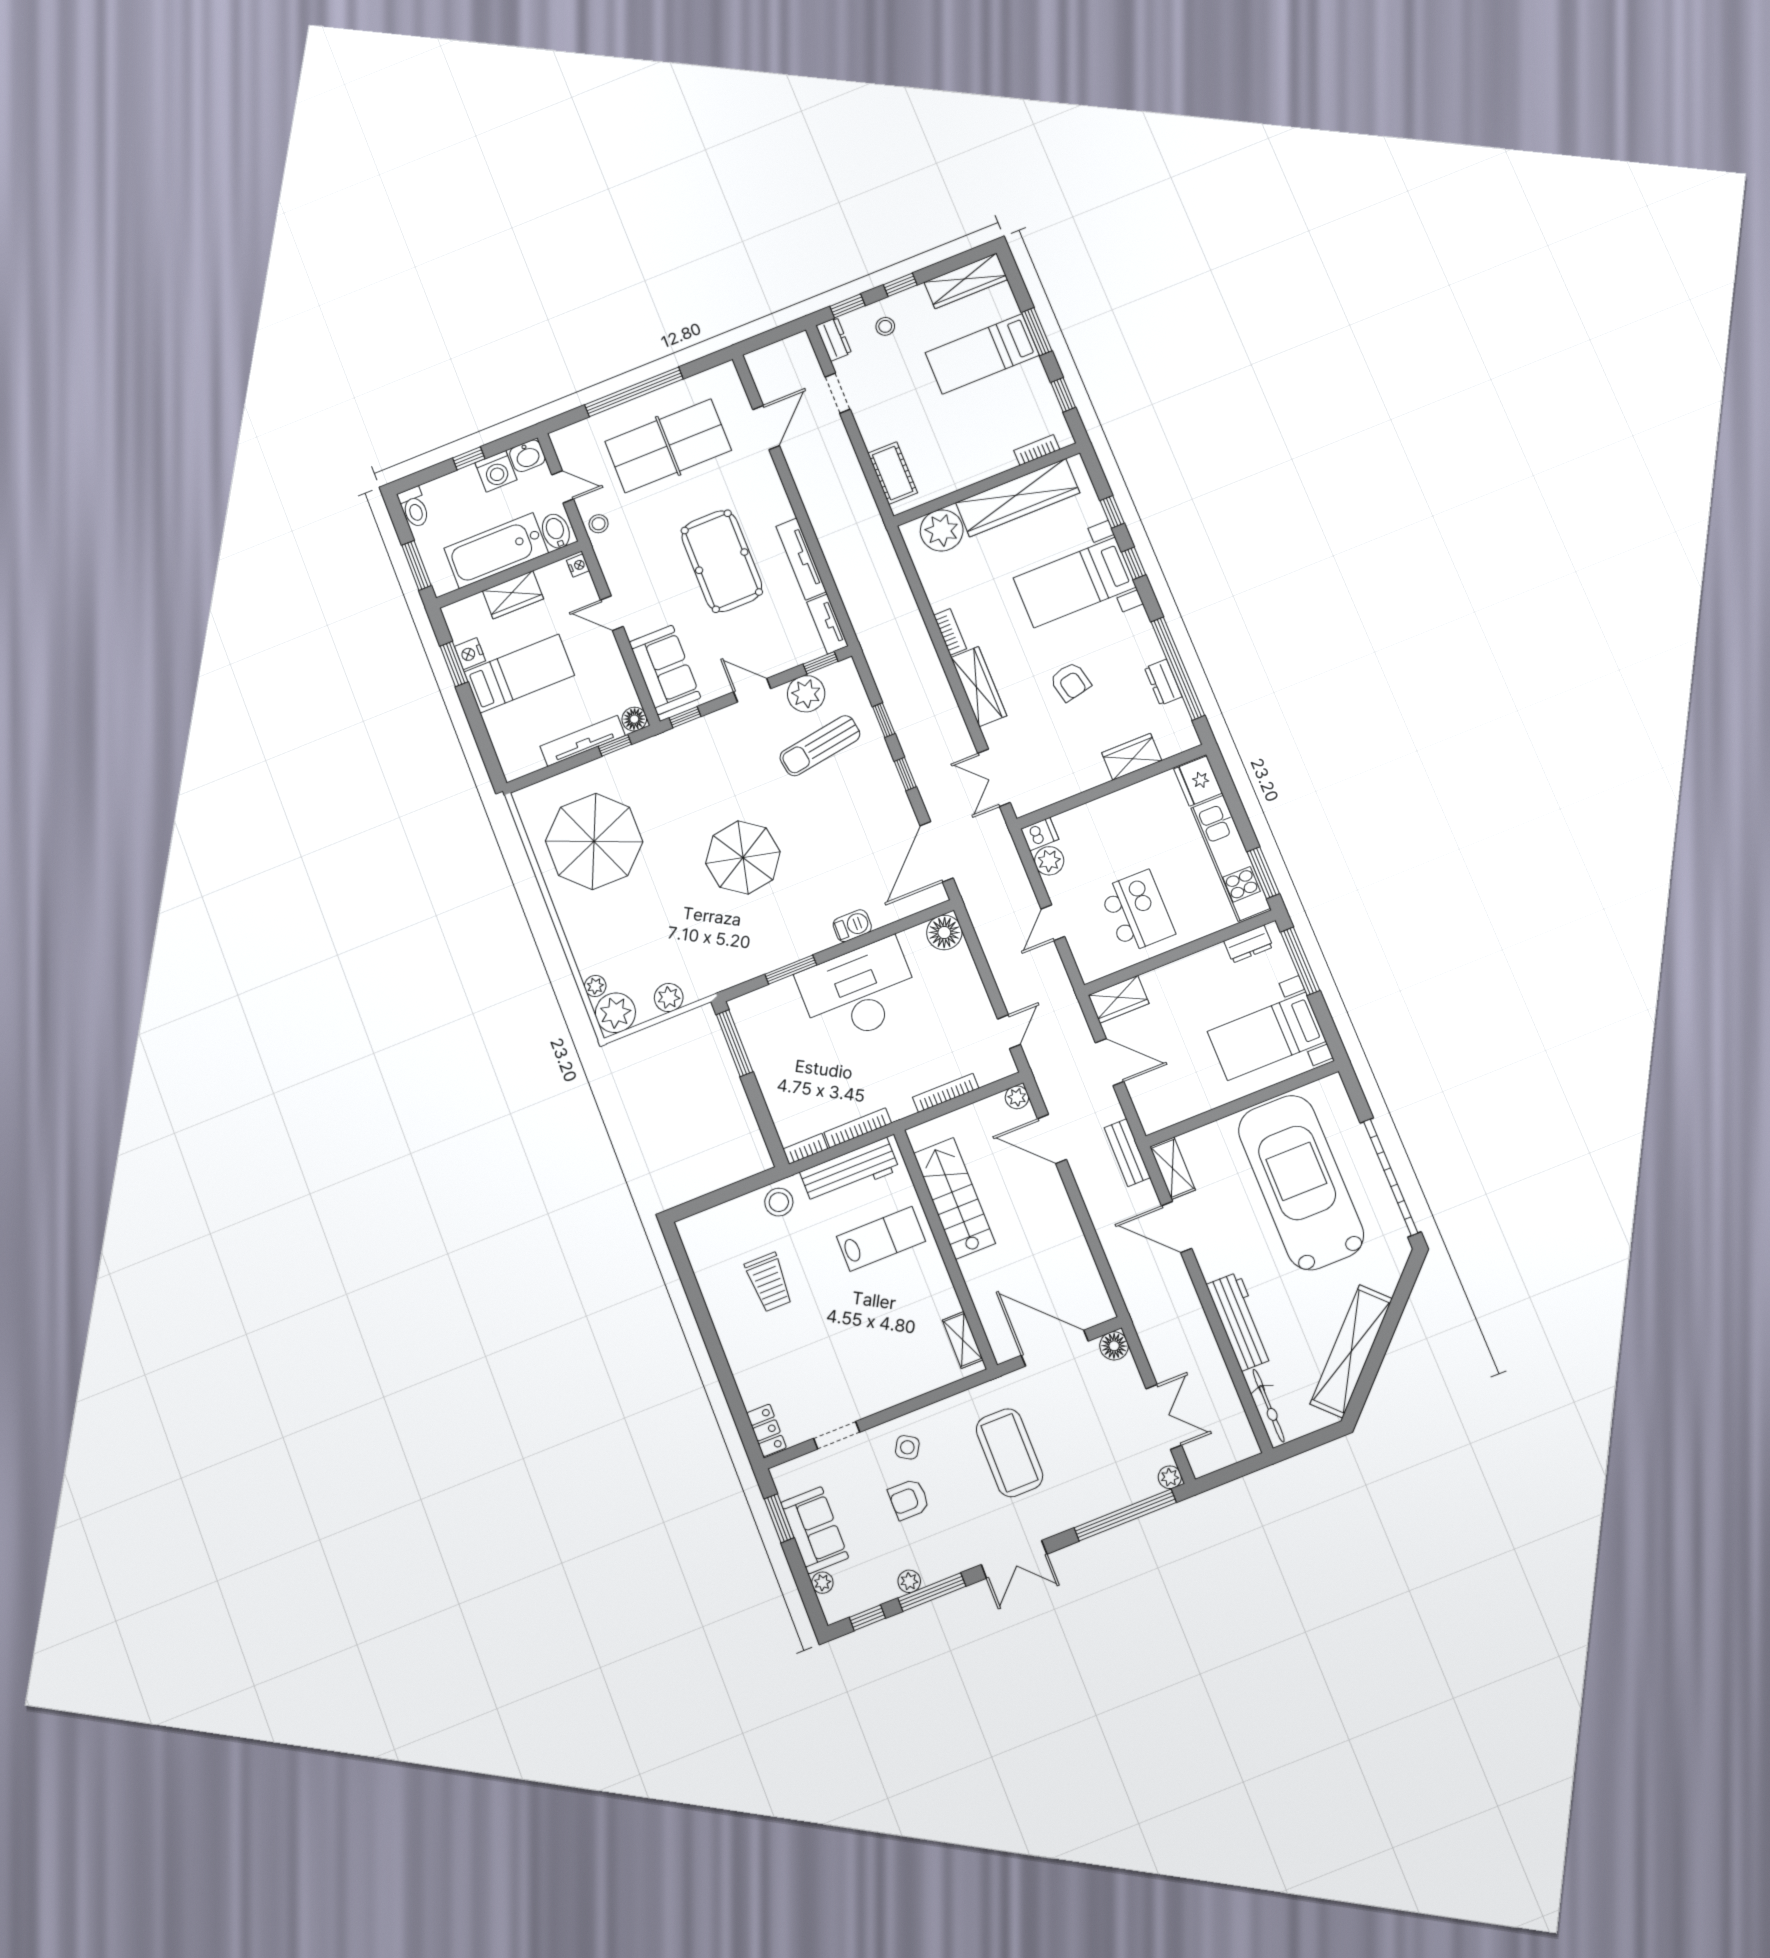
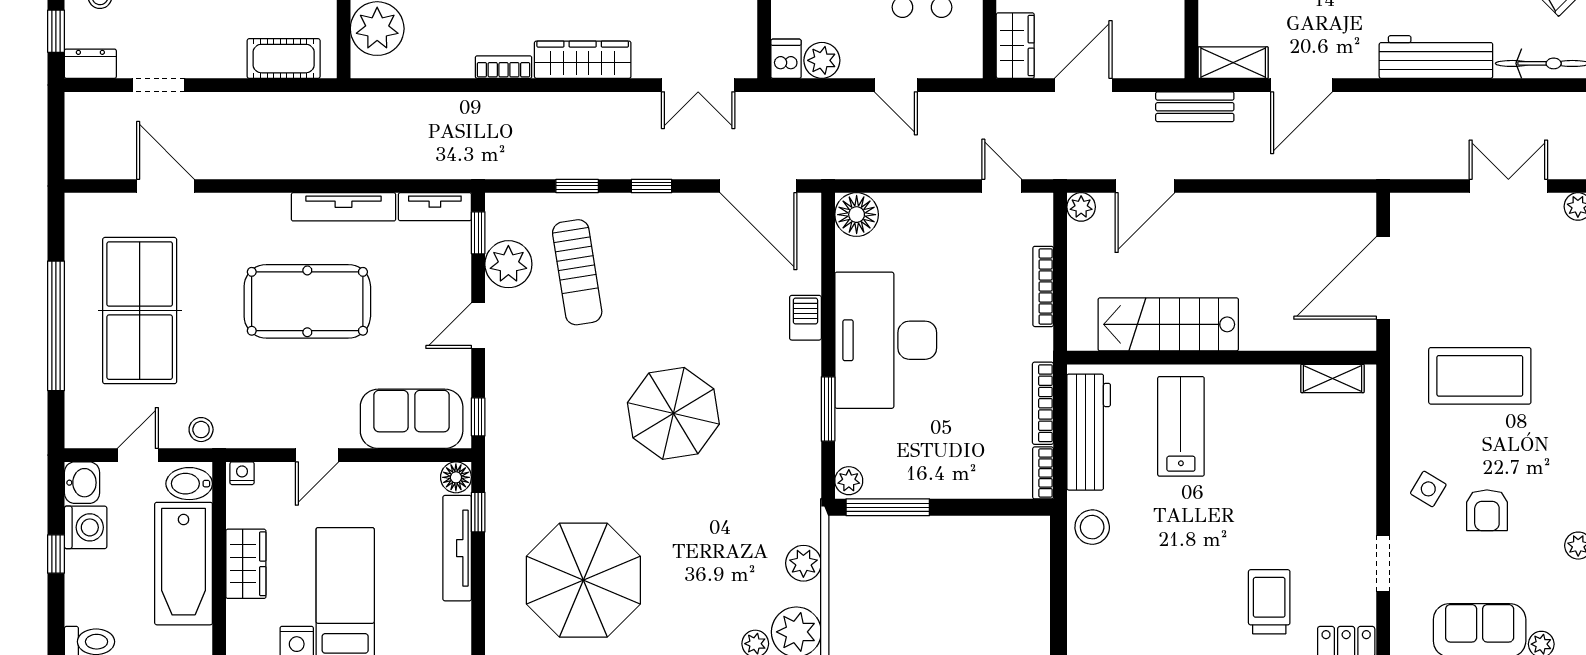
plant: (743, 1006) -> (849, 481), added
trolley: (769, 1282) -> (1269, 602), moved, turned -90
floor lamp: (1114, 1346) -> (1407, 210), removed

